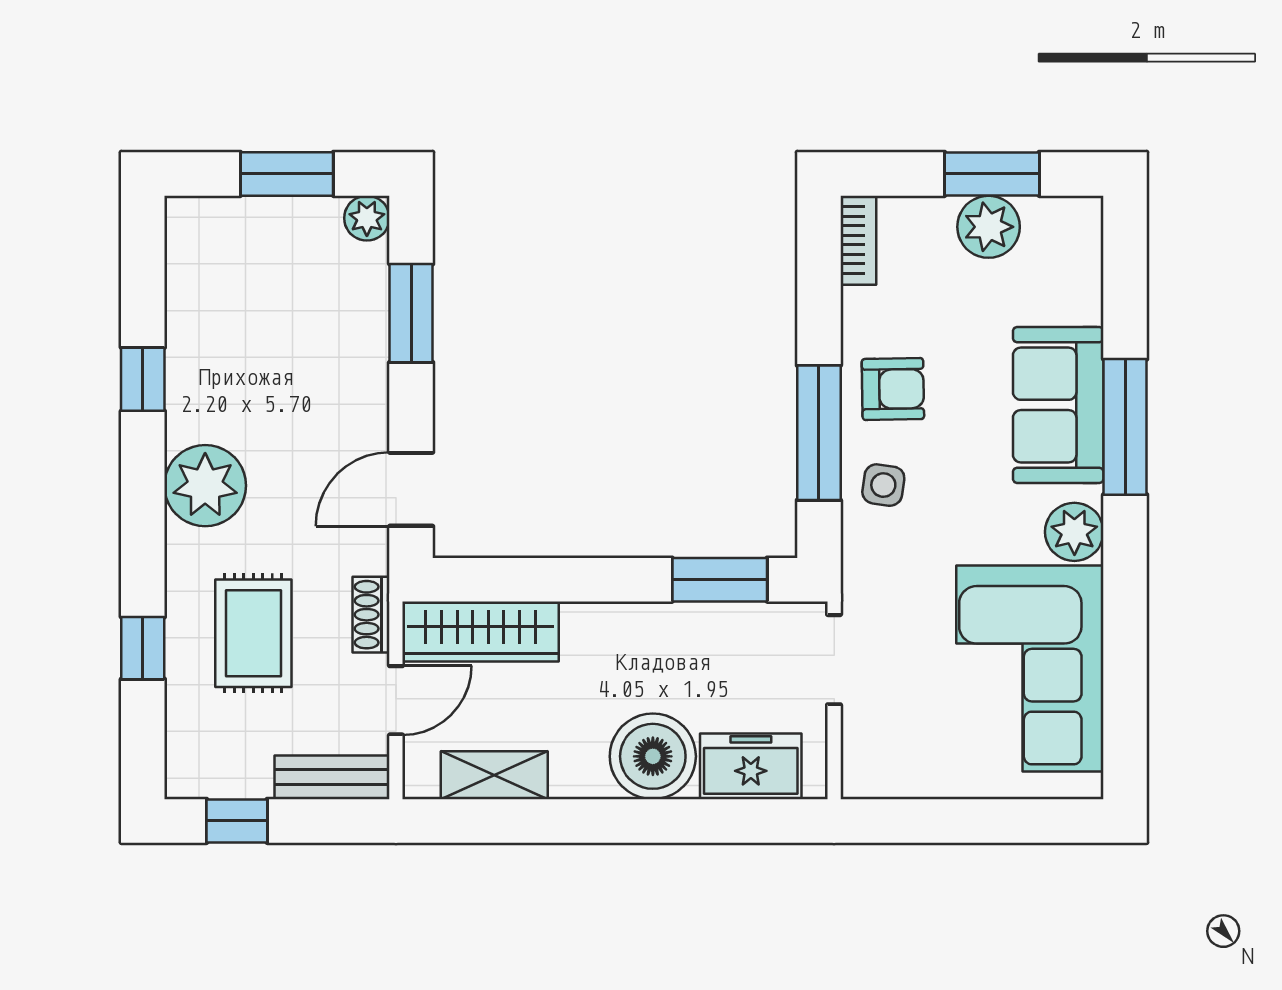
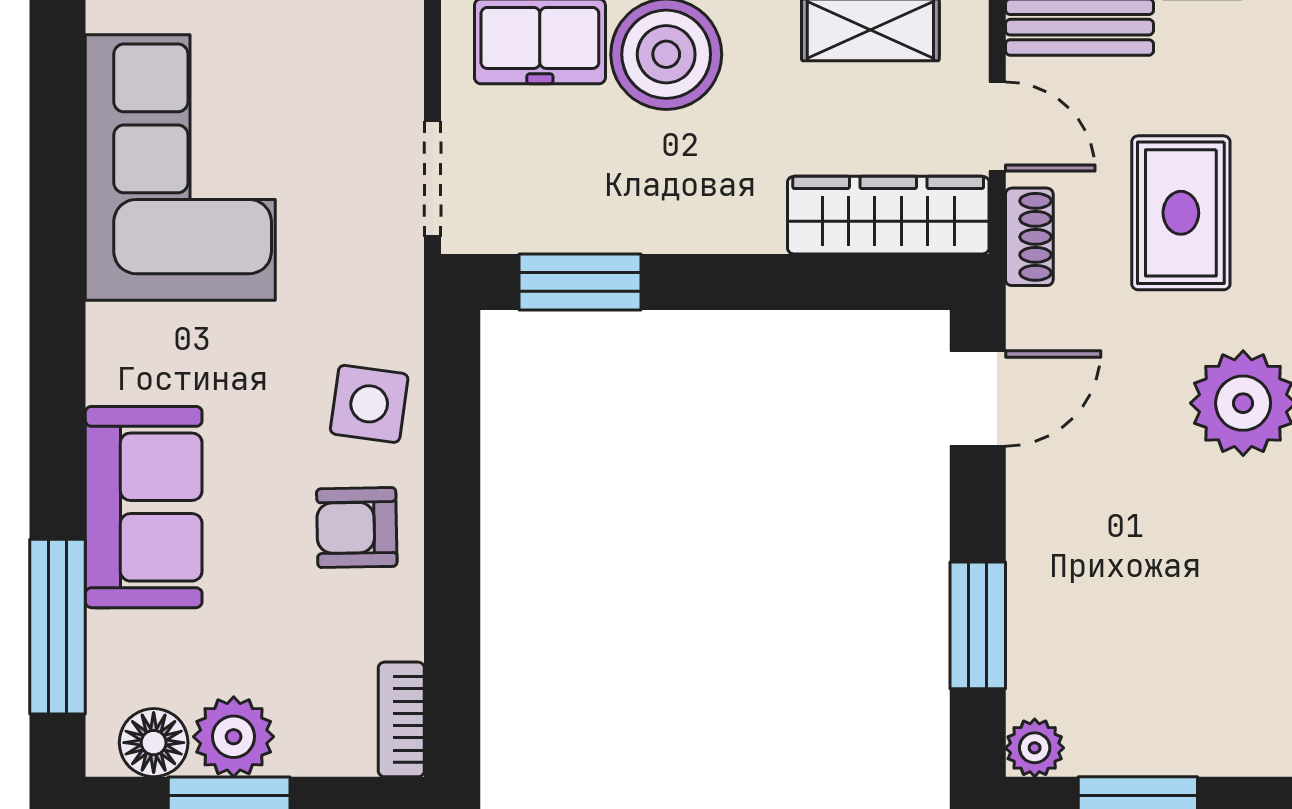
floor lamp: (1051, 222) -> (154, 743), added
window: (1125, 427) -> (58, 627), moved
window: (819, 433) -> (452, 471), removed
side table: (883, 485) -> (369, 404), width x1.37, depth x1.37
plant: (1074, 532) -> (123, 344), removed
door: (396, 700) -> (997, 126), swing flipped

